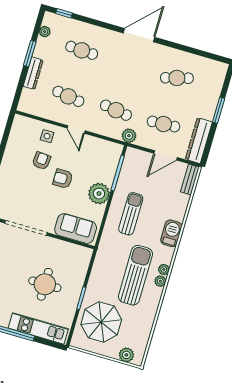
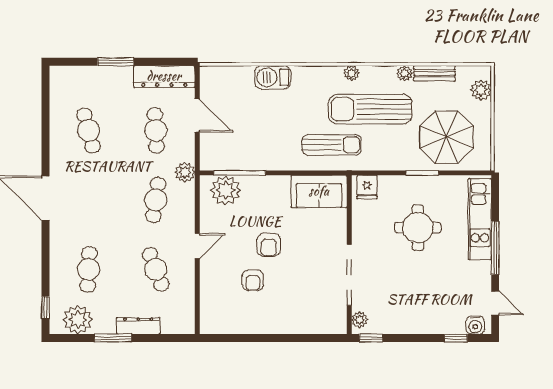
plant: (45, 32) -> (78, 320), width x1.88, depth x1.88
cafe table: (68, 96) -> (156, 269), turned -30
side table: (47, 136) -> (218, 282), removed
armchair: (41, 161) -> (253, 280), turned -94
bench: (190, 179) -> (434, 73), moved
plant: (99, 194) -> (226, 190), moved
sun lounger: (131, 214) -> (332, 145), moved, turned 180
sofa: (76, 229) -> (319, 191), moved, turned -90
barbecue: (171, 233) -> (273, 77), moved
fridge: (83, 257) -> (367, 187), added
plant: (160, 281) -> (405, 73), moved

